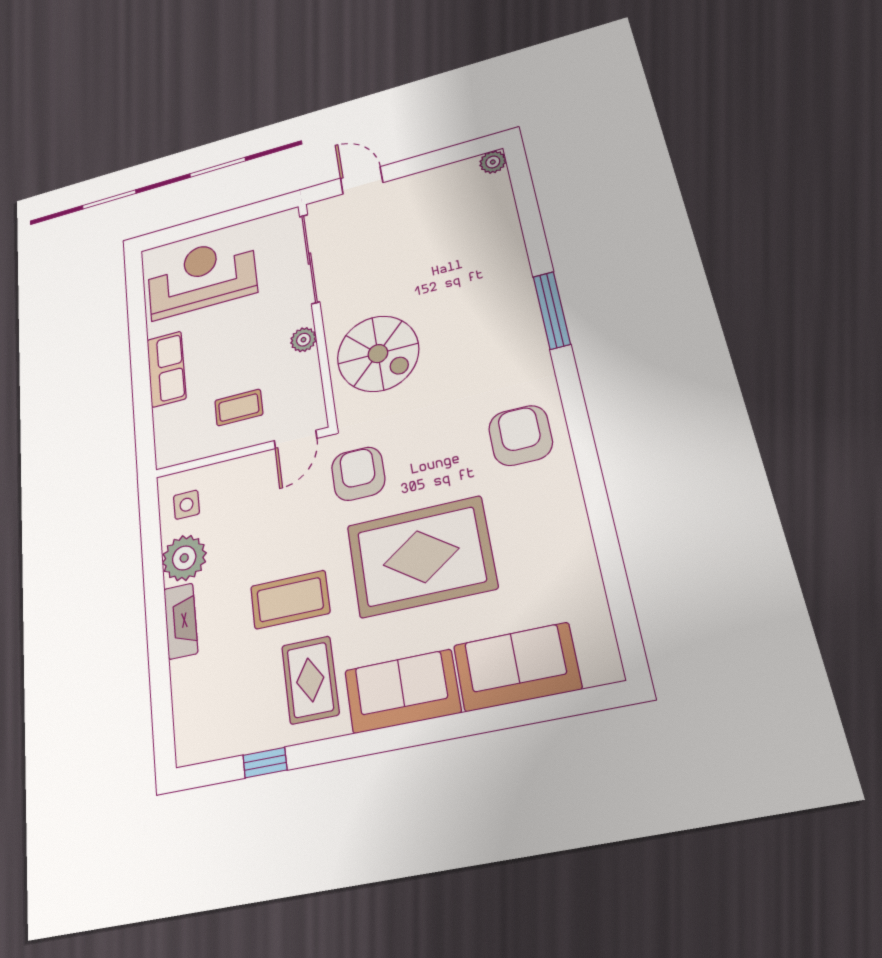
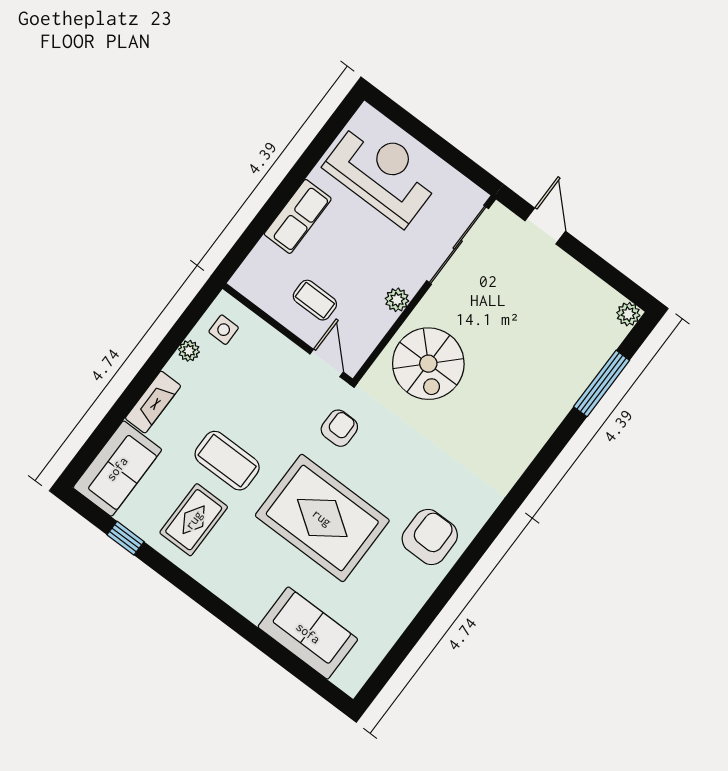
window: (552, 310) -> (602, 383), moved
armchair: (521, 435) -> (430, 537), moved
door: (296, 439) -> (327, 363), swing flipped
armchair: (358, 474) -> (339, 428), width x0.72, depth x0.72
plant: (184, 558) -> (189, 351), width x0.53, depth x0.53
sofa: (402, 691) -> (117, 469), moved, turned 90

